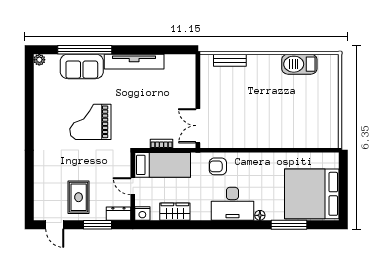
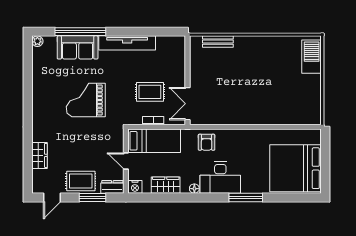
barbecue: (299, 64) -> (312, 57), moved, turned 90
rug: (158, 113) -> (150, 92), added
armchair: (218, 166) -> (207, 142), turned -90
wardrobe: (42, 180) -> (40, 155), added
rug: (79, 197) -> (81, 181), moved, turned 90
floor lamp: (260, 215) -> (194, 189), moved
door: (55, 225) -> (52, 198), hinge flipped
window: (289, 225) -> (246, 198), moved

